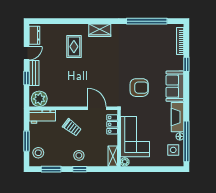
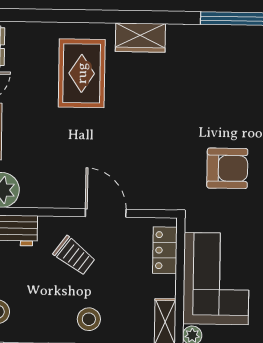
rug: (74, 47) -> (82, 73), width x1.36, depth x1.43
door: (97, 108) -> (106, 213), moved

